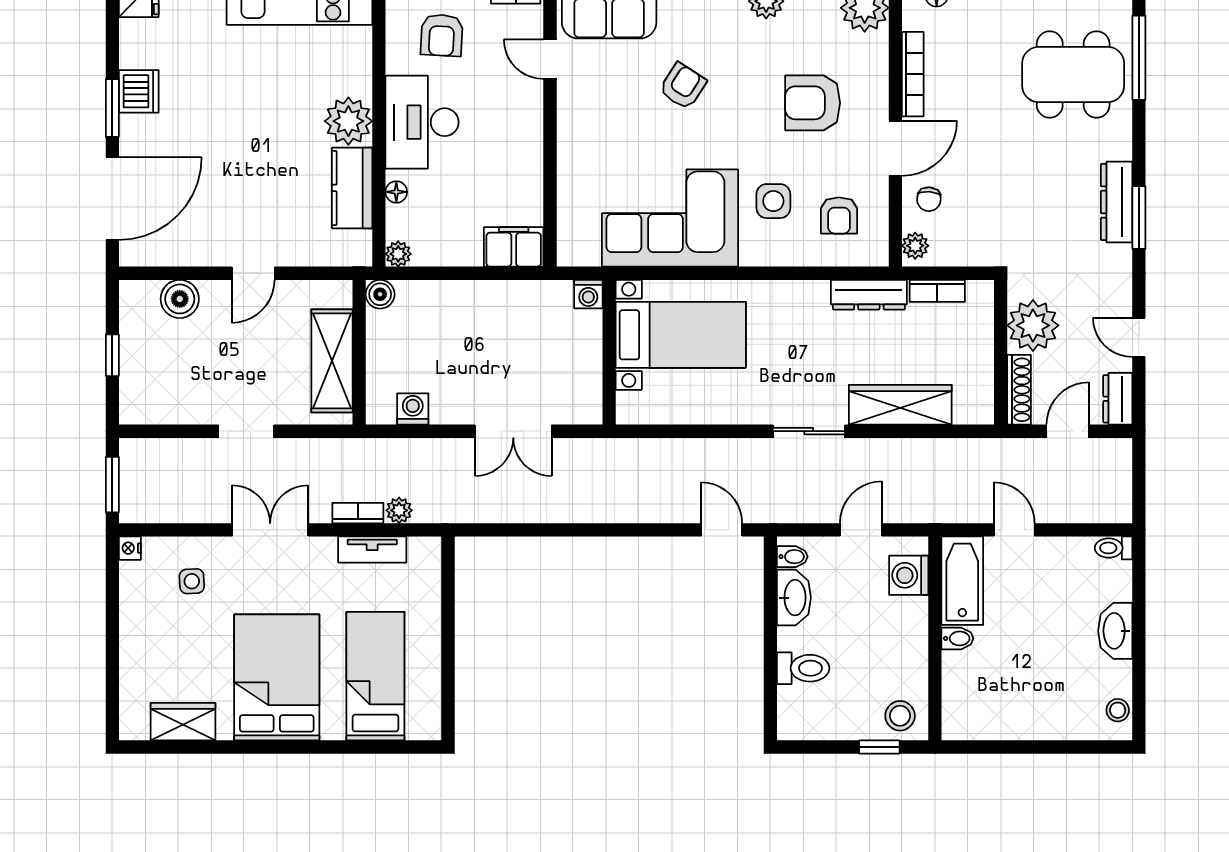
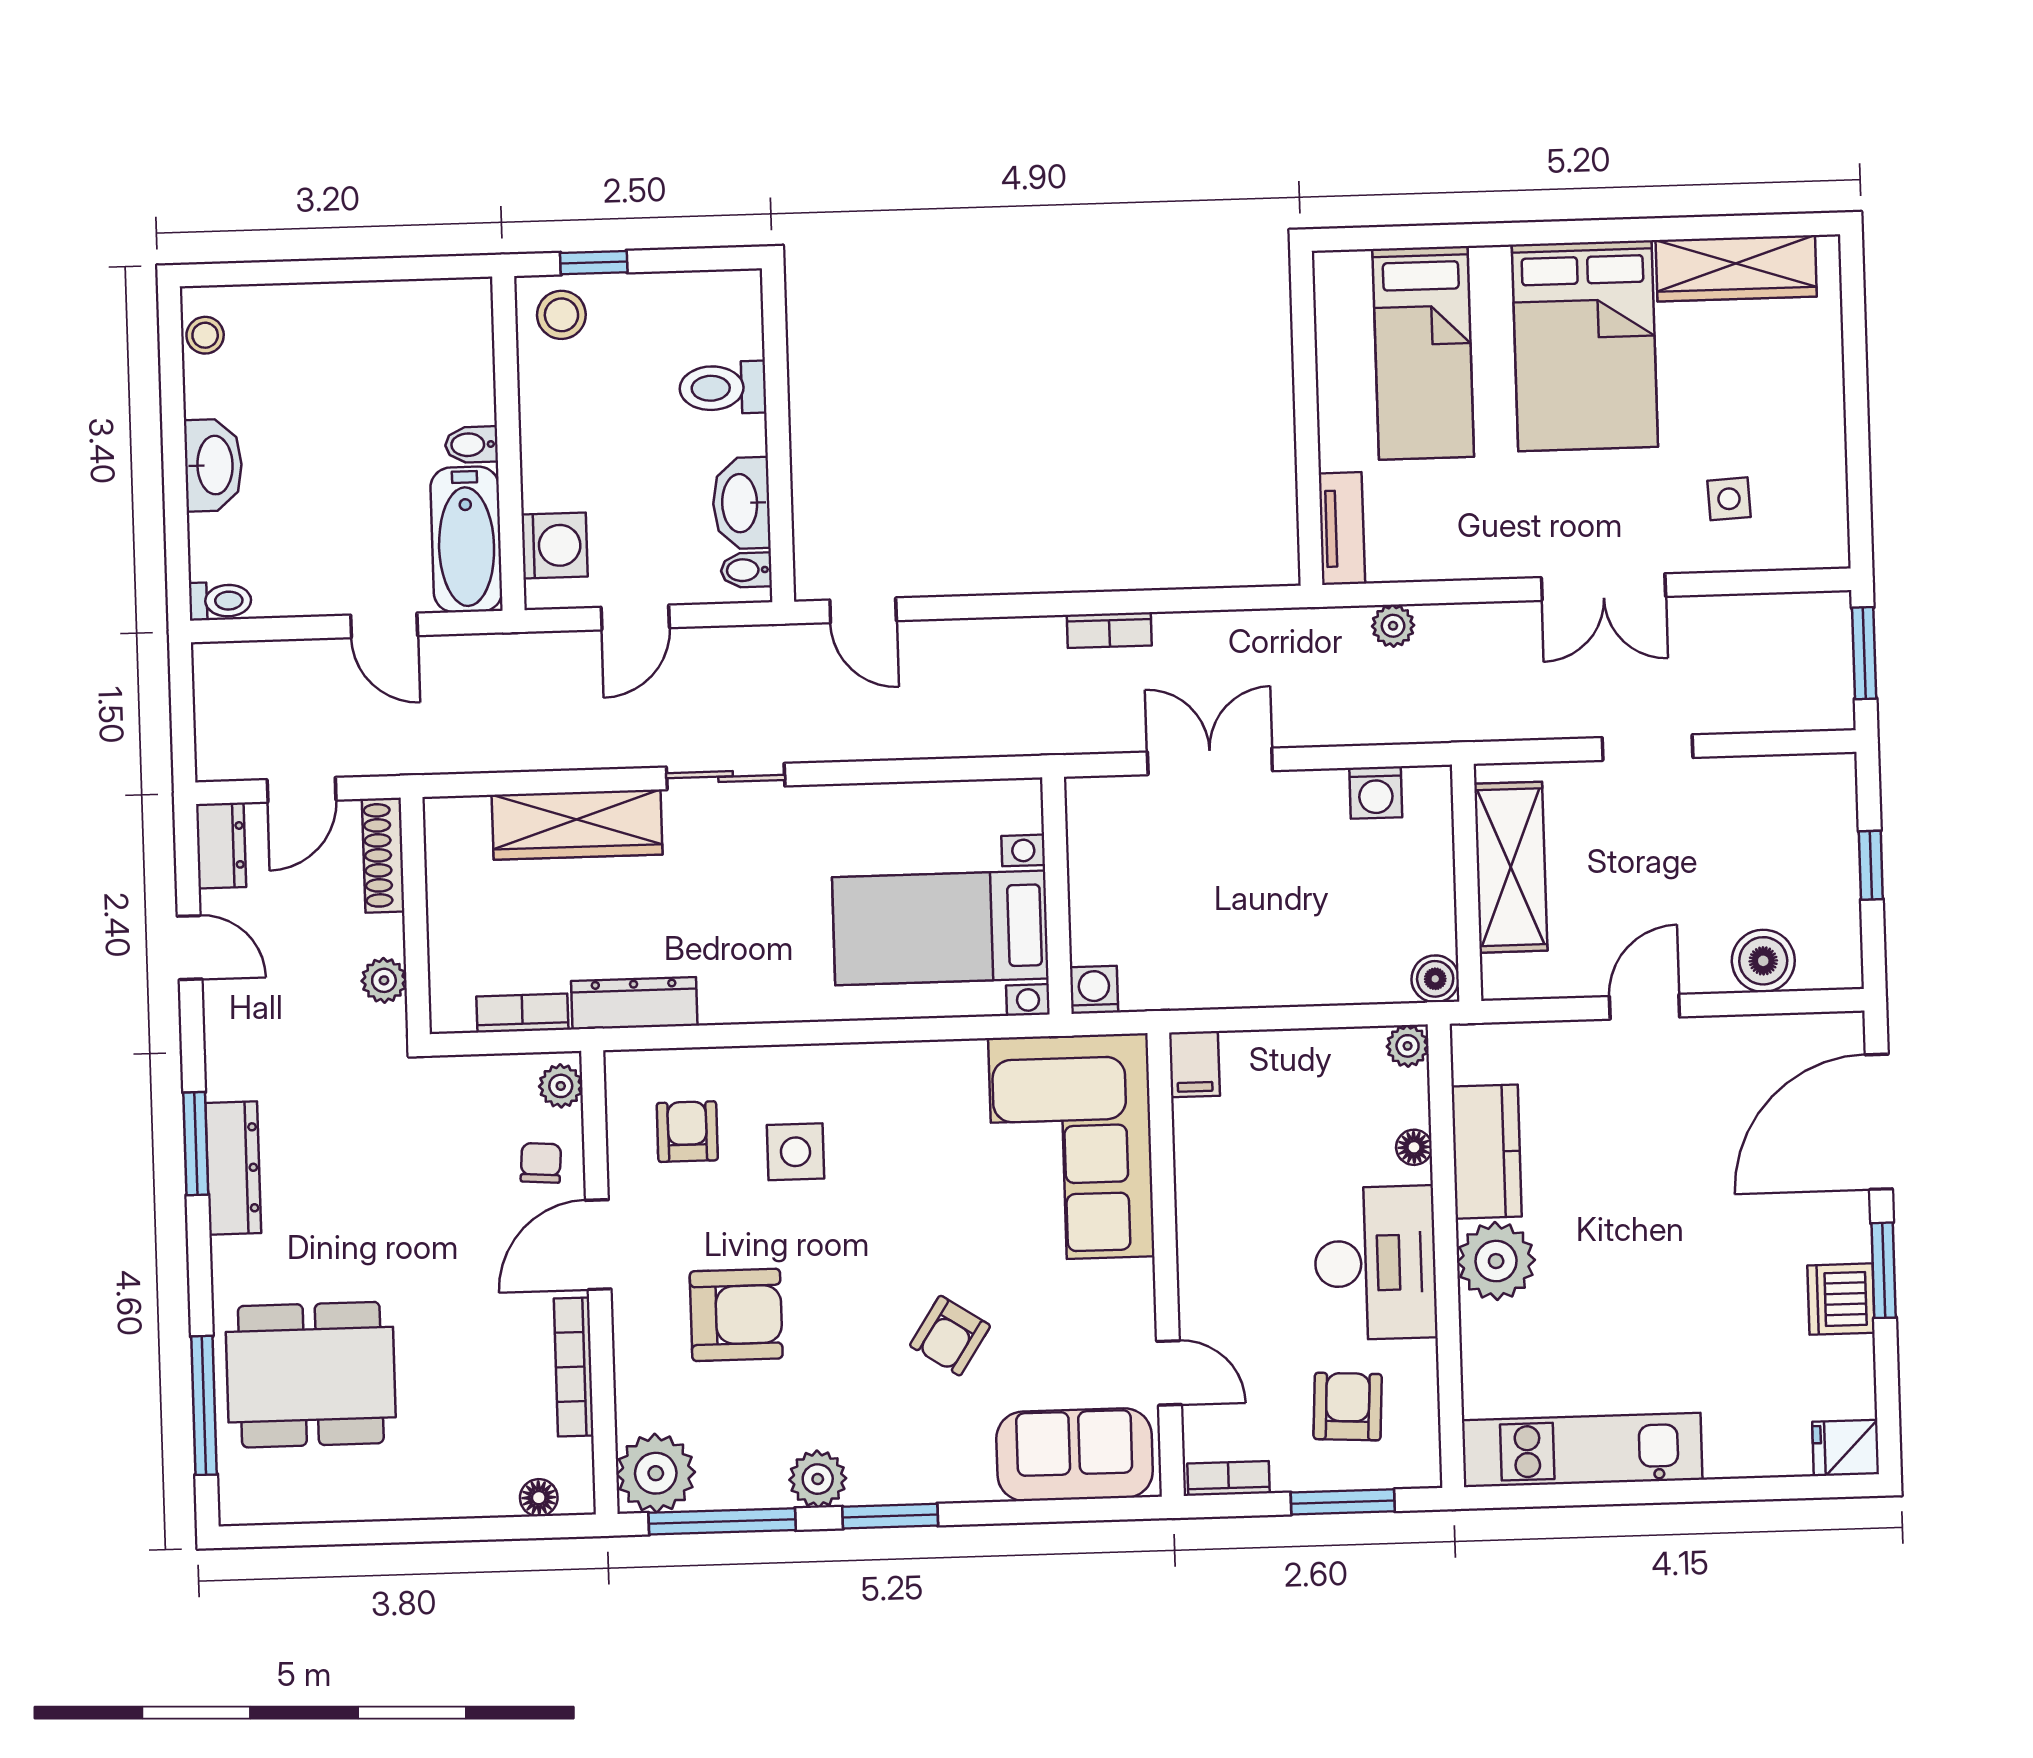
corner sofa: (670, 218) -> (1071, 1147), moved, turned 90
filing cabinet: (514, 247) -> (1194, 1064), width x0.50
plant: (1033, 325) -> (384, 980), width x0.53, depth x0.53
bookcase: (358, 513) -> (1109, 630), moved
nightstand: (130, 548) -> (1832, 550), removed
tv unit: (372, 549) -> (1342, 529), moved, turned 90
wardrobe: (183, 722) -> (1736, 268), width x1.50

